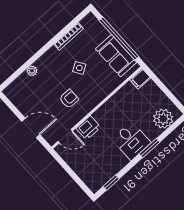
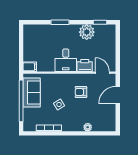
plant: (163, 119) -> (87, 32), moved
door: (31, 128) -> (118, 95), hinge flipped
desk: (131, 141) -> (66, 60), moved, turned 180

